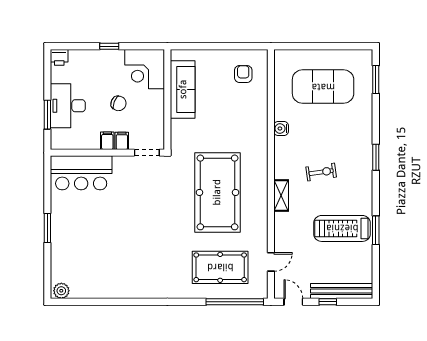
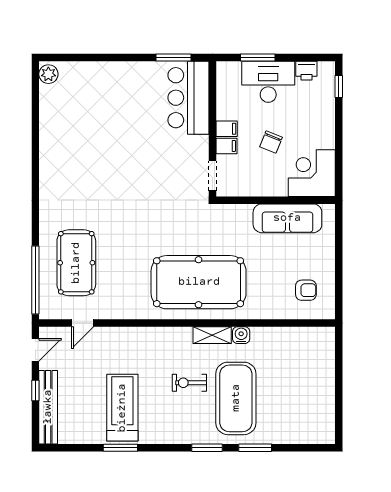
window: (109, 46) -> (339, 86), moved
printer: (59, 57) -> (306, 71), moved, turned -90
window: (376, 80) -> (255, 448), moved
exercise mat: (323, 87) -> (236, 398), moved
exercise bike: (321, 172) -> (189, 383), turned 98
pool table: (217, 192) -> (199, 282), moved
shelving: (281, 196) -> (212, 335), moved
window: (47, 228) -> (174, 57), moved
door: (271, 262) -> (83, 323), hinge flipped

